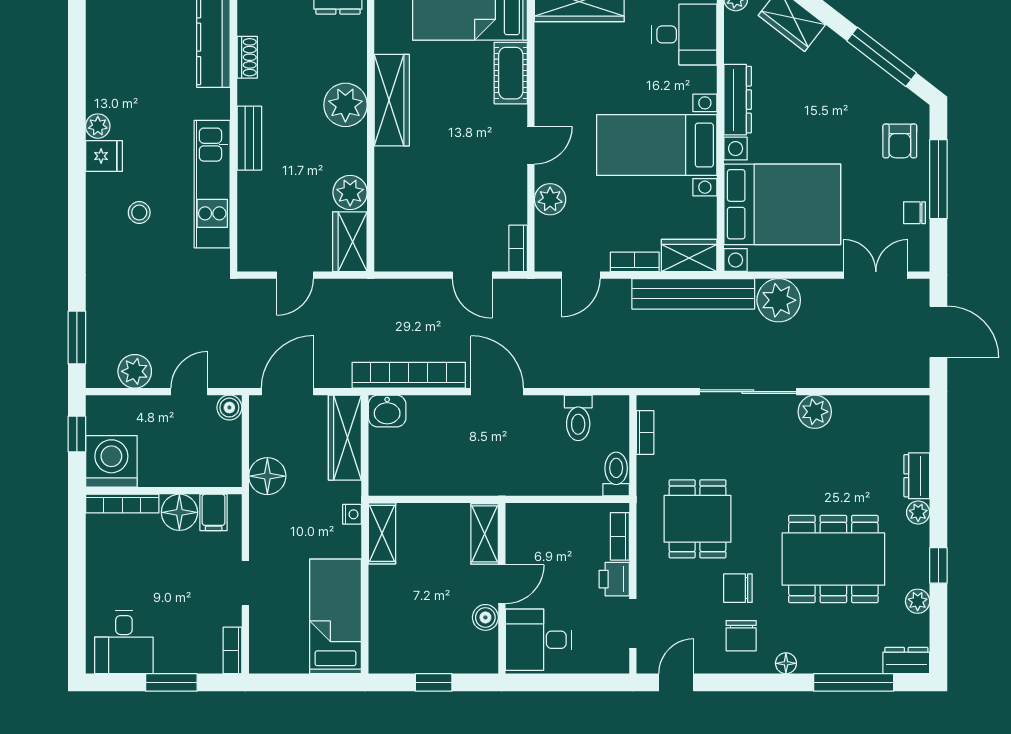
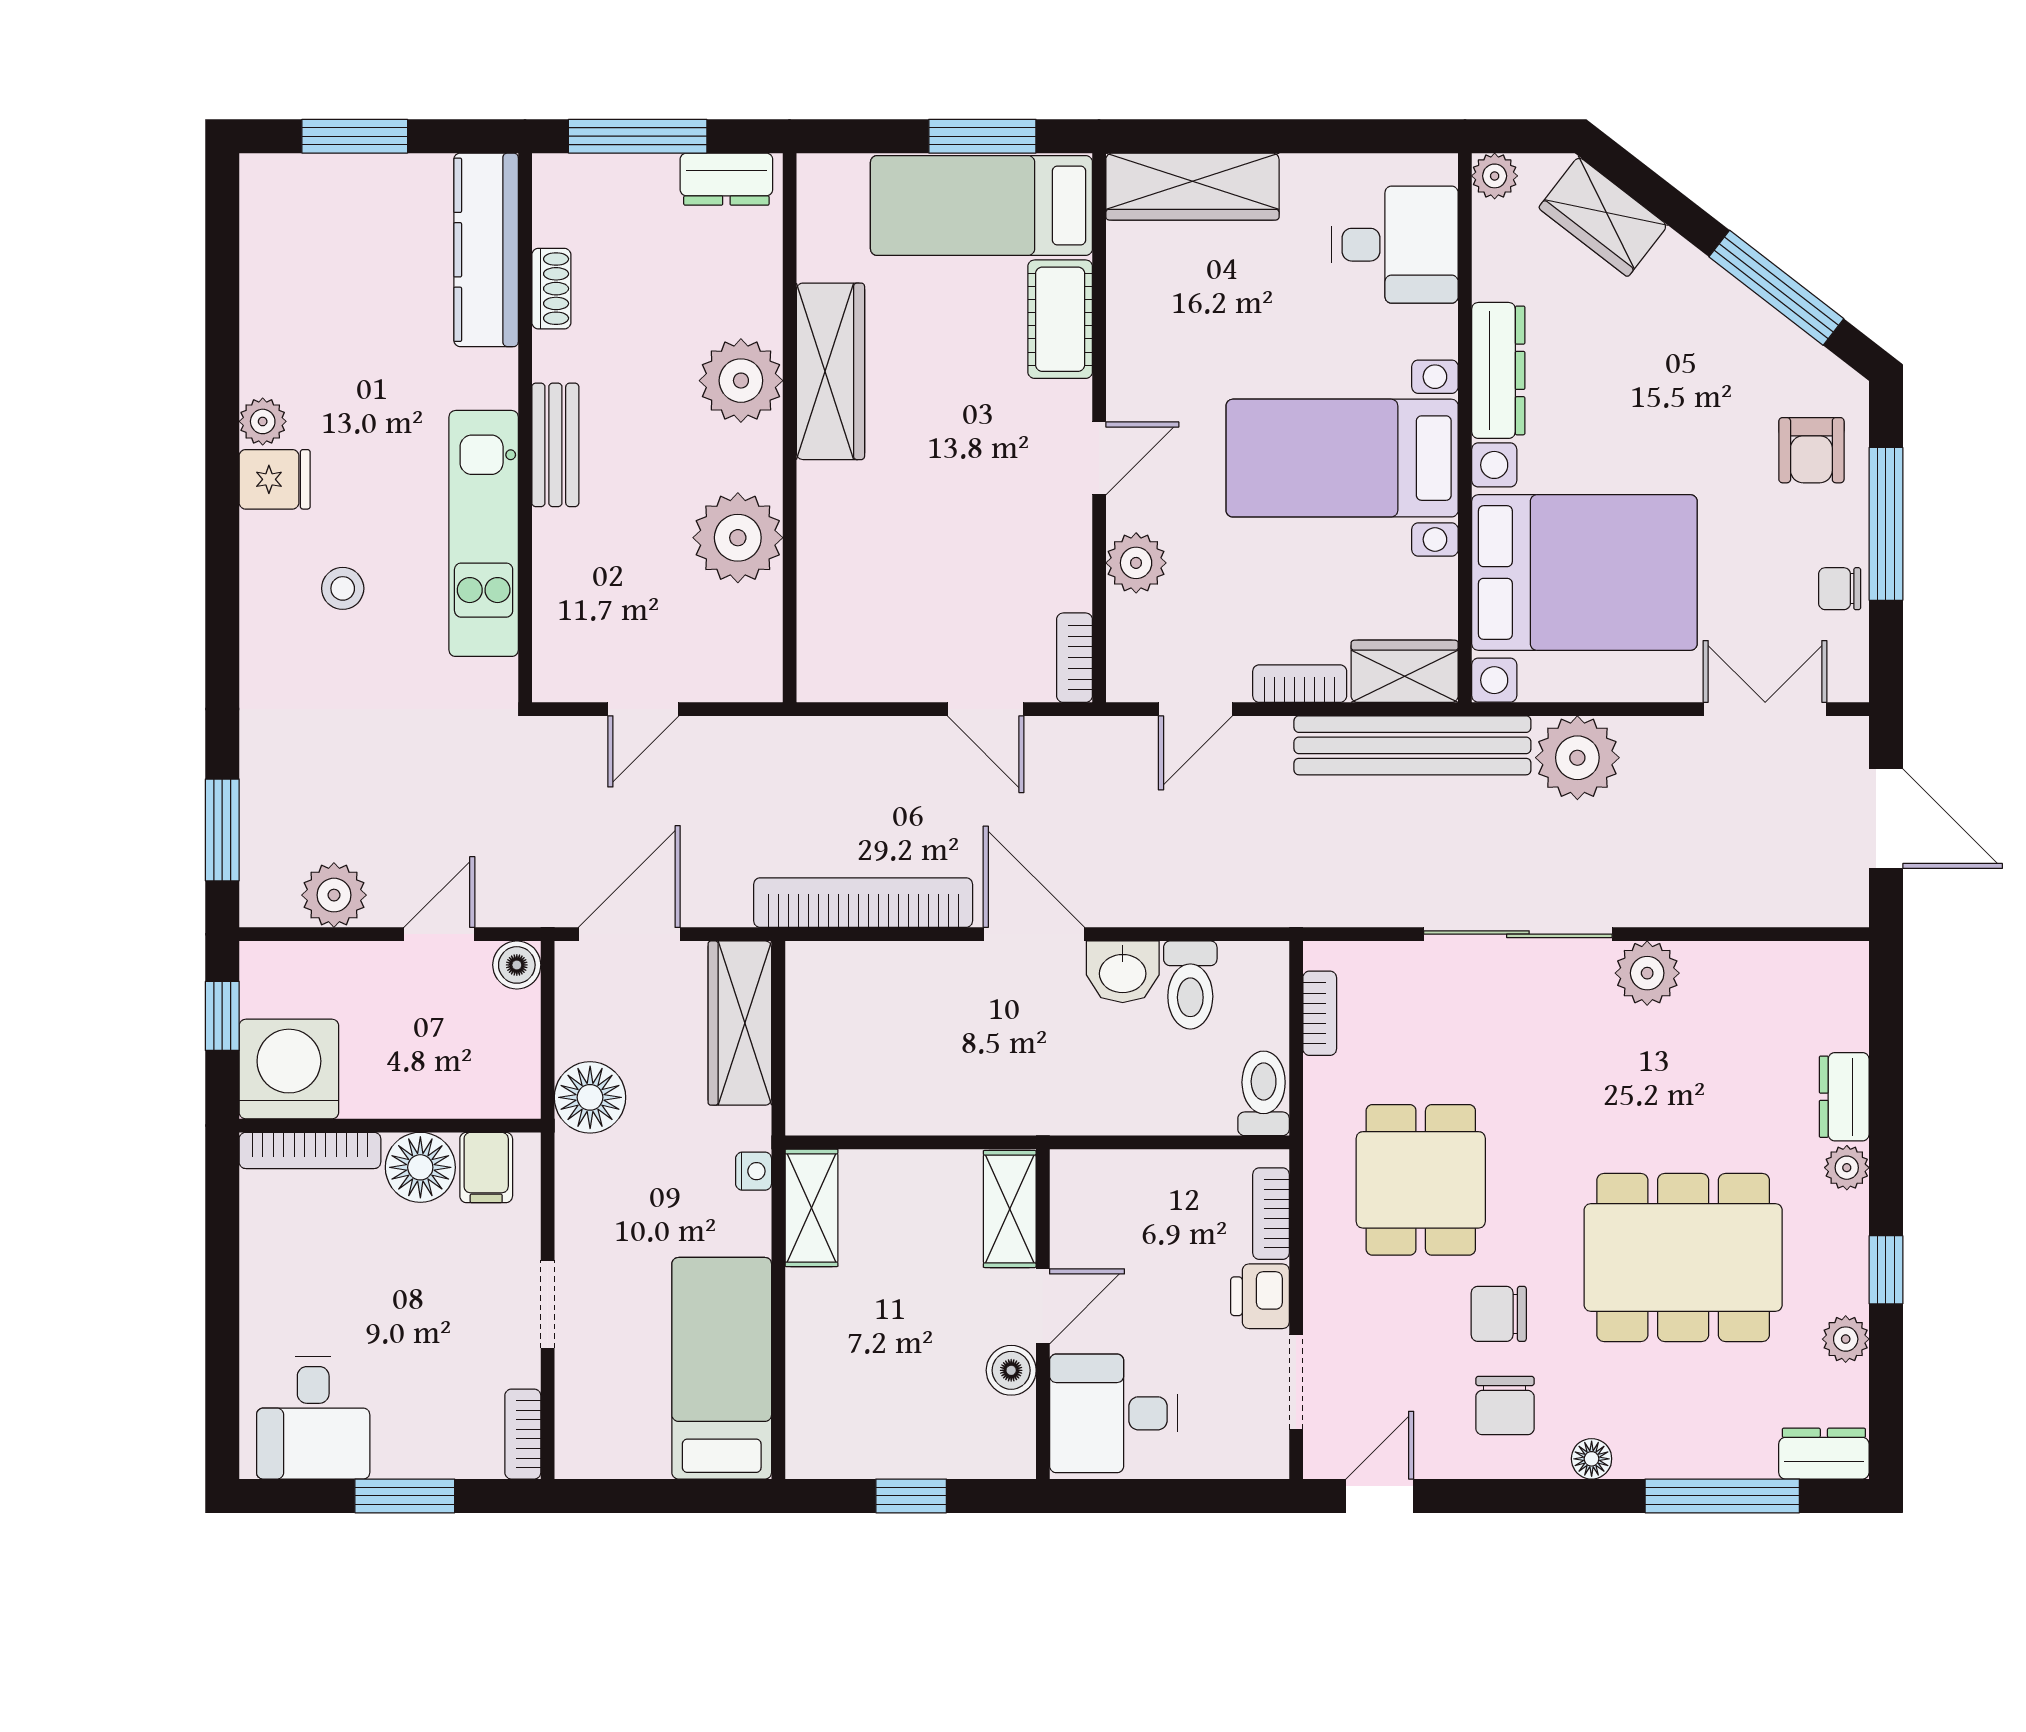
plant: (350, 192) -> (738, 538), width x1.36, depth x1.36
wardrobe: (350, 242) -> (749, 645), removed
washbasin: (387, 411) -> (1123, 972), moved

